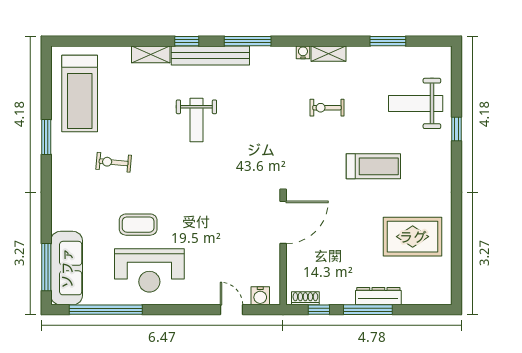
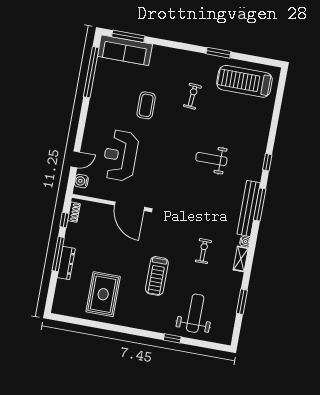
shelving: (151, 54) -> (263, 136), removed
bench: (210, 55) -> (249, 208), moved
reception desk: (149, 270) -> (120, 156), moved

